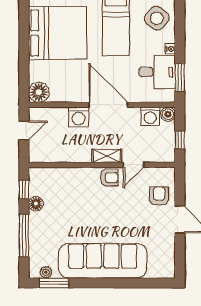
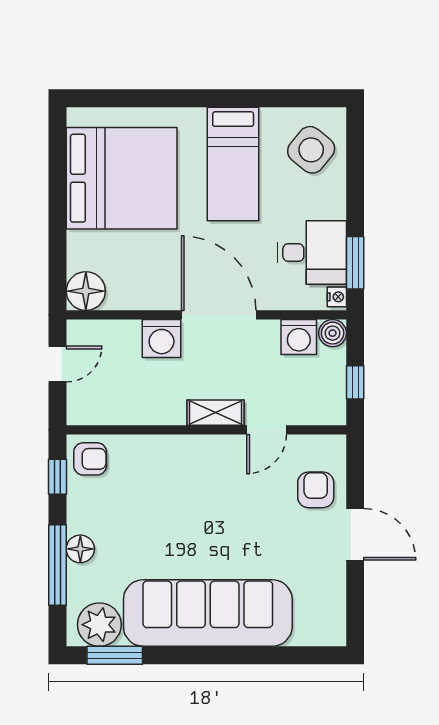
nightstand: (170, 49) -> (337, 297), moved
armchair: (109, 178) -> (90, 459), moved
floor lamp: (36, 204) -> (80, 549), moved
plant: (46, 272) -> (99, 625), width x1.88, depth x1.88

